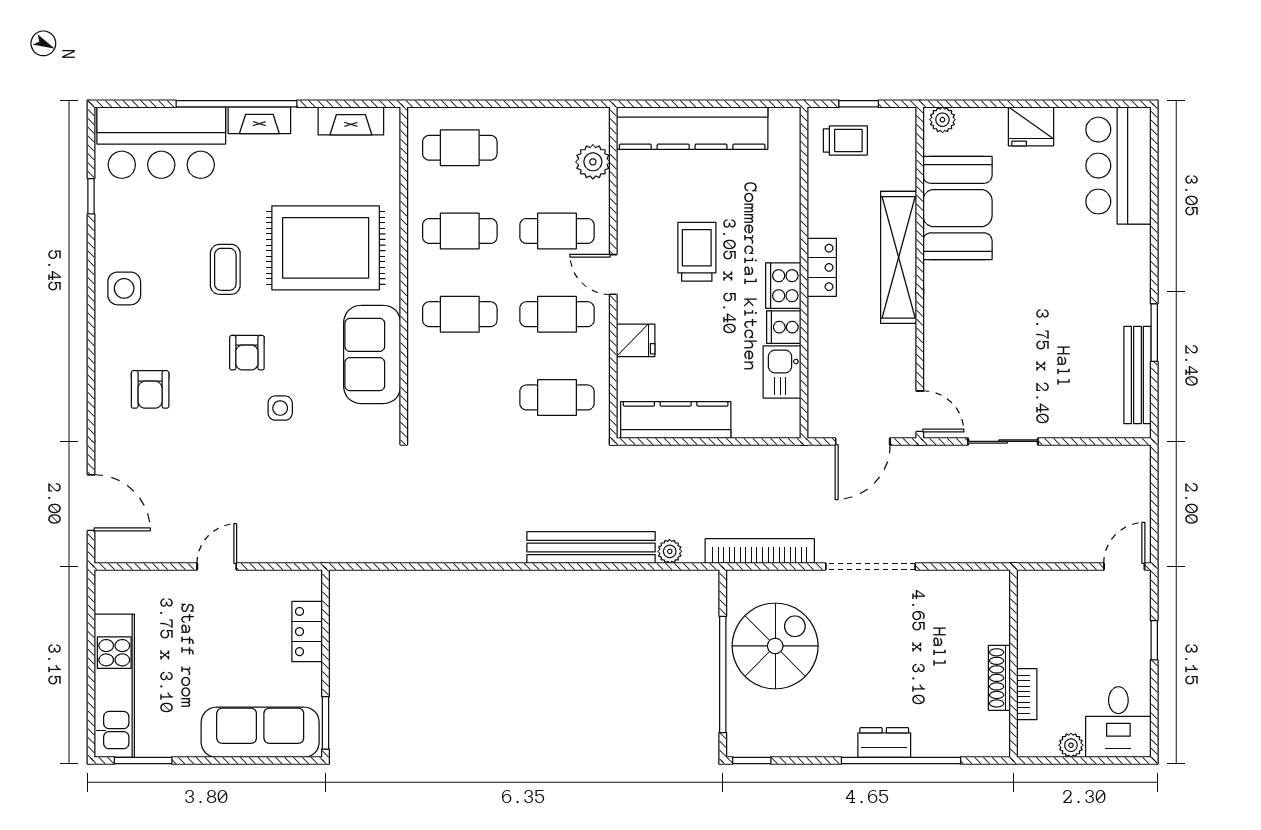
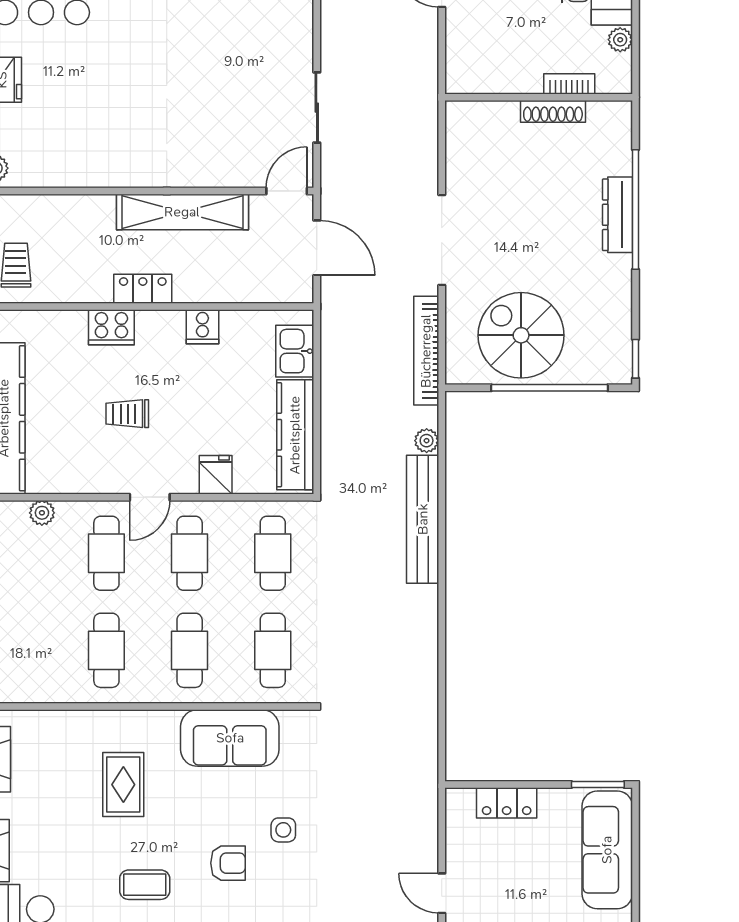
cafe table: (460, 148) -> (273, 650), moved
plant: (593, 162) -> (42, 513), width x0.73, depth x0.73
booth: (957, 208) -> (84, 153), removed
rug: (326, 248) -> (123, 785), width x0.54, depth x0.49
trolley: (697, 252) -> (127, 414), width x0.73, depth x0.72
shelving: (899, 257) -> (182, 212), moved
cooker: (783, 286) -> (111, 327), moved
kitchen sink: (782, 372) -> (295, 351), moved, turned 90
dresser: (884, 742) -> (617, 215), width x1.44

